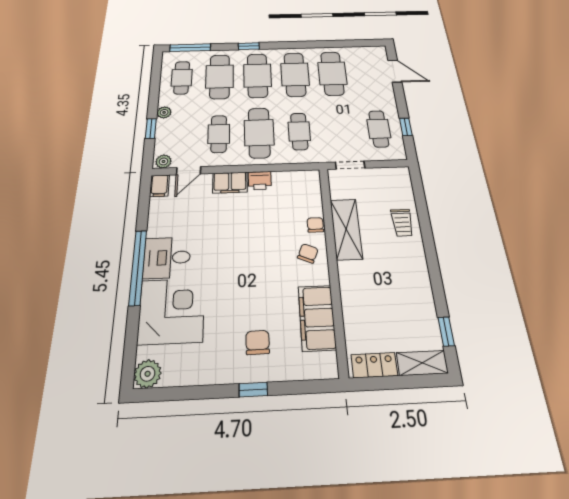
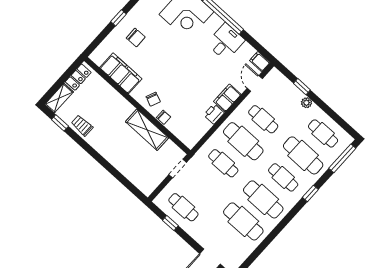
cafe table: (257, 75) -> (283, 177), width x0.73, depth x0.74
plant: (163, 161) -> (273, 76), removed
trolley: (402, 223) -> (82, 126), moved
desk: (167, 258) -> (226, 42), moved

